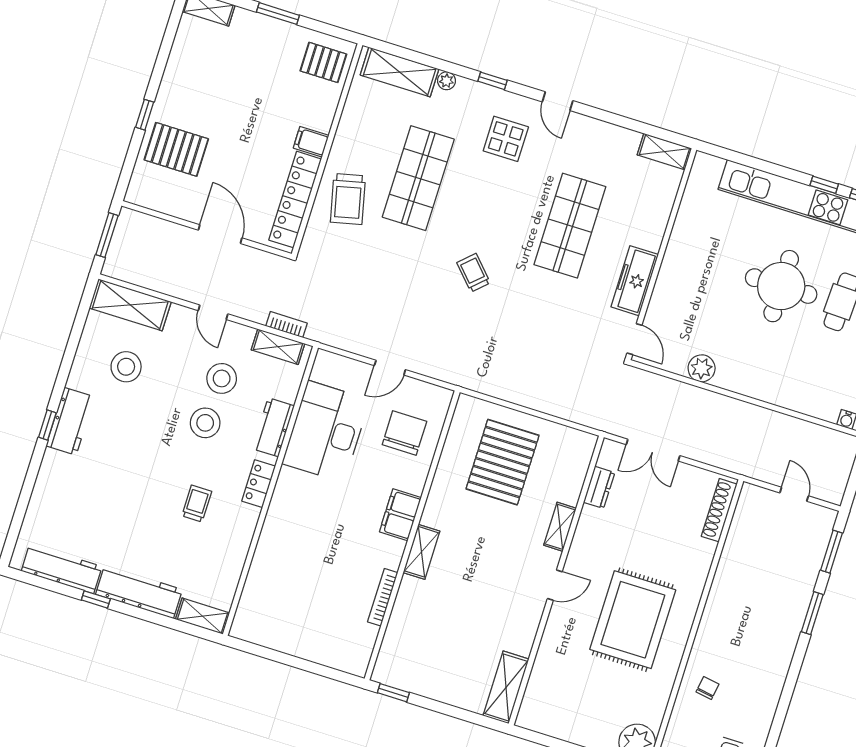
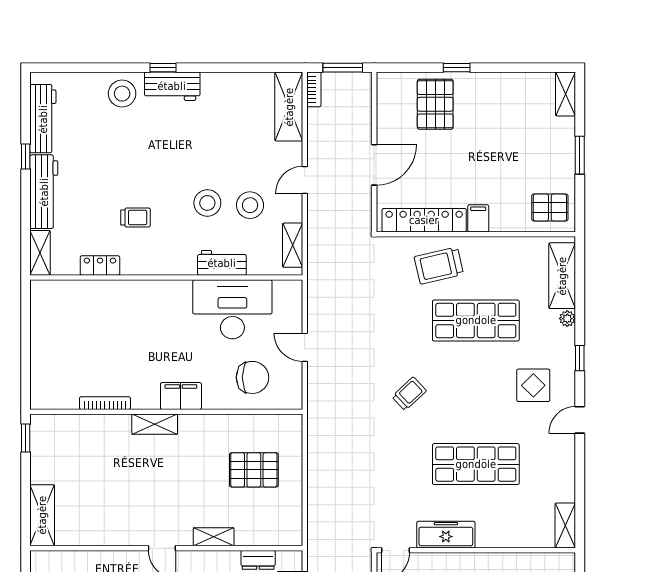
pallet: (323, 62) -> (550, 207), turned 90
bookcase: (287, 325) -> (314, 89), moved
stool: (126, 367) -> (122, 94), moved
pallet: (503, 462) -> (254, 470), width x0.73, depth x0.71
locker: (259, 484) -> (100, 265), moved
shelving: (506, 687) -> (42, 515), moved, turned 90

